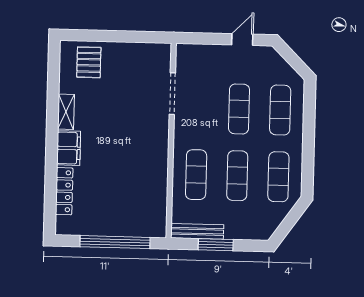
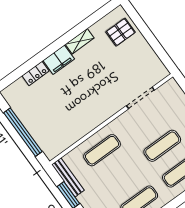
exercise mat: (237, 176) -> (121, 176), removed
locker: (64, 191) -> (36, 73), width x0.66

